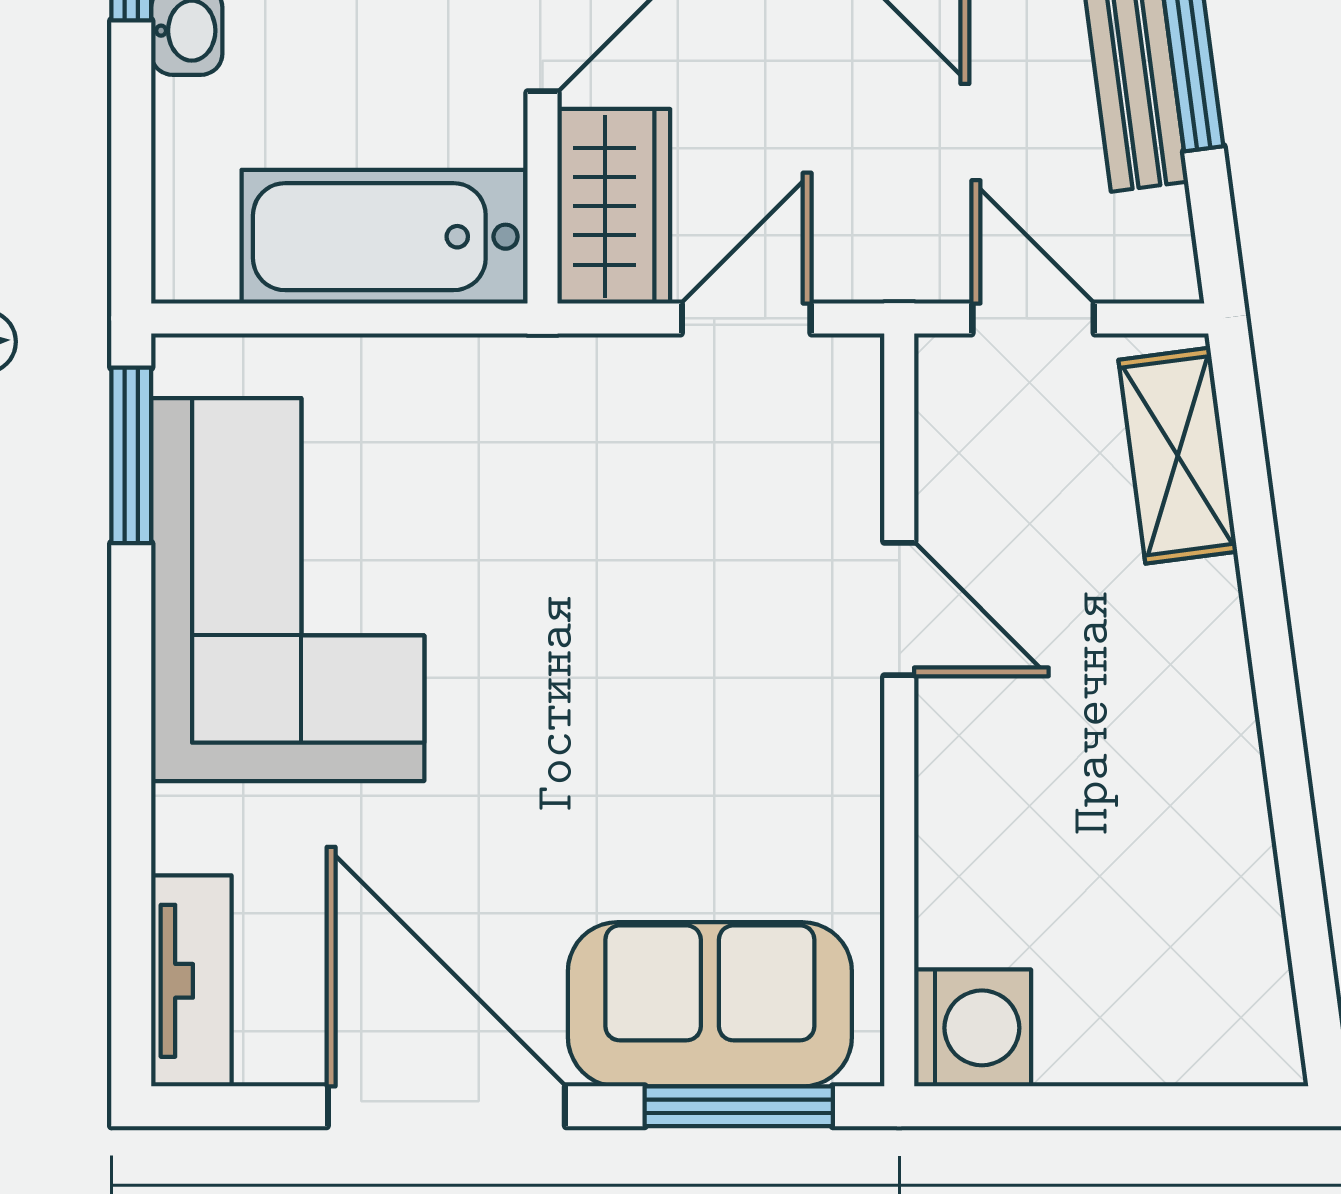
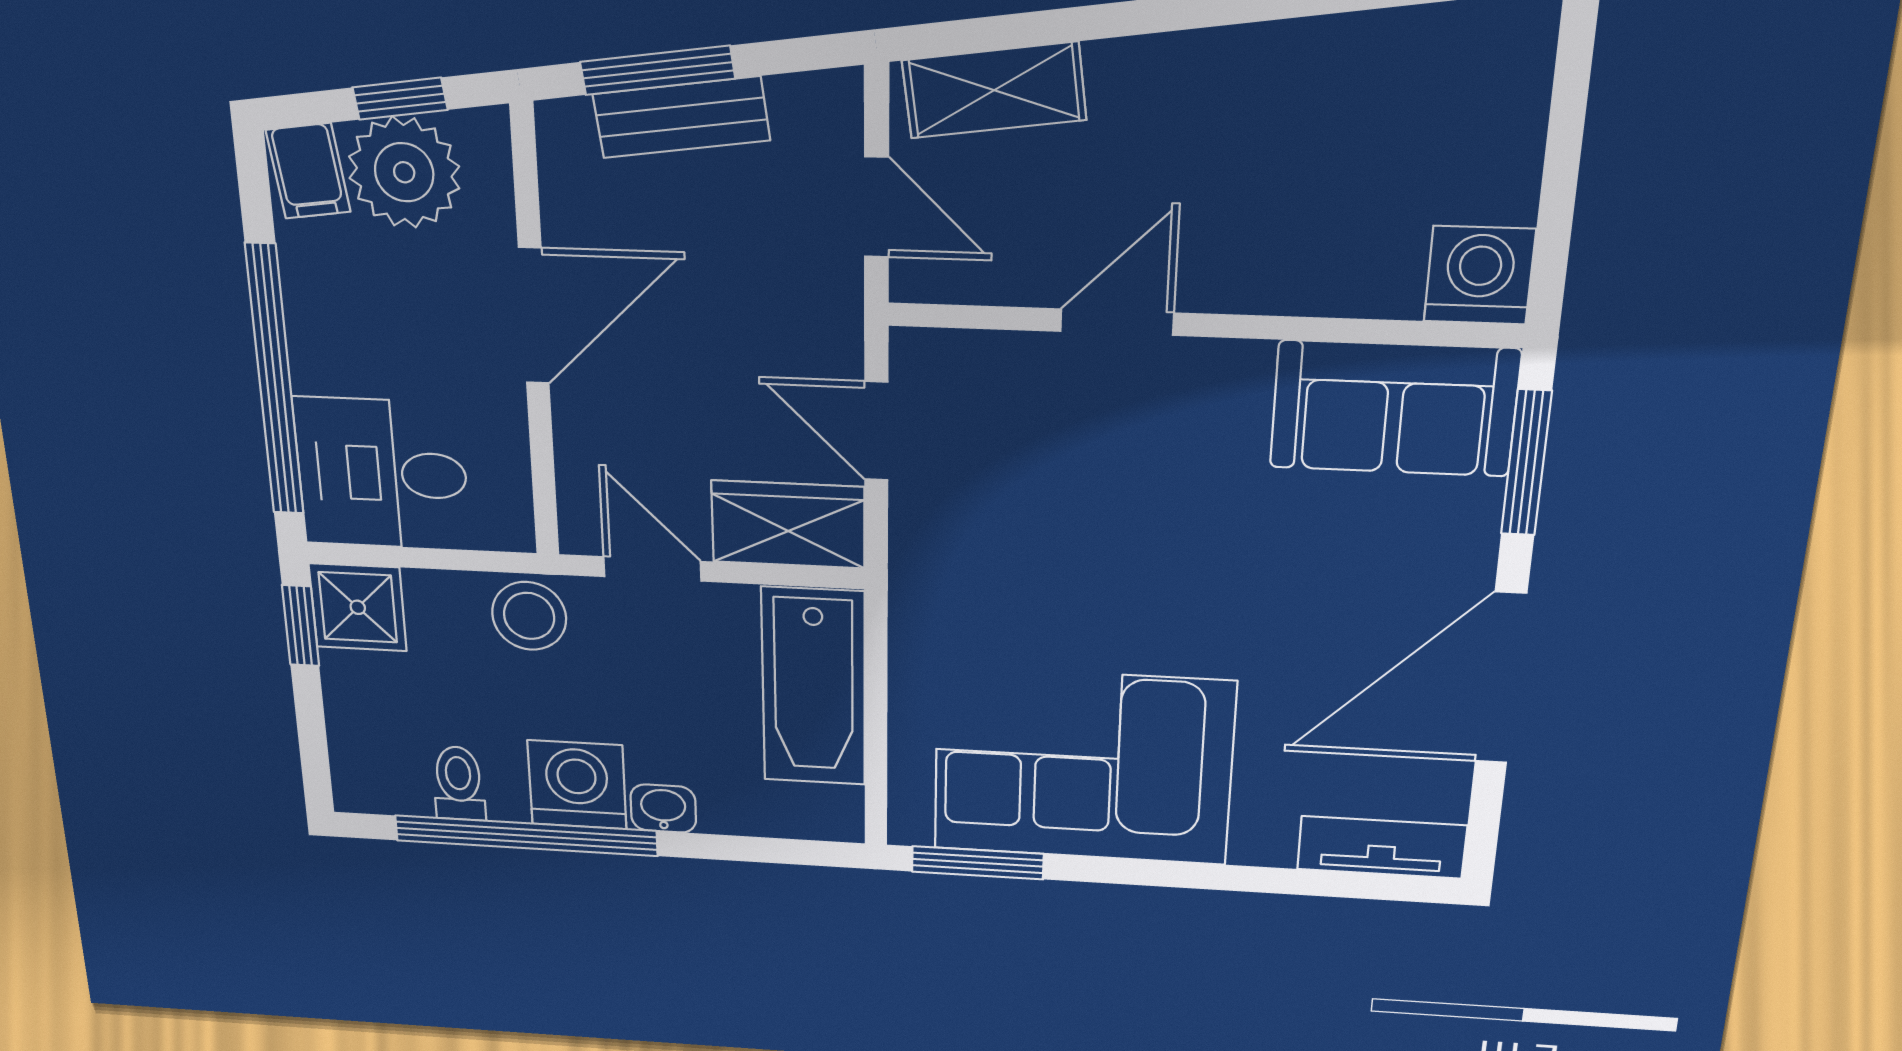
door: (1033, 318) -> (877, 207), swing flipped
sofa: (710, 1004) -> (1394, 408), moved, turned -90

